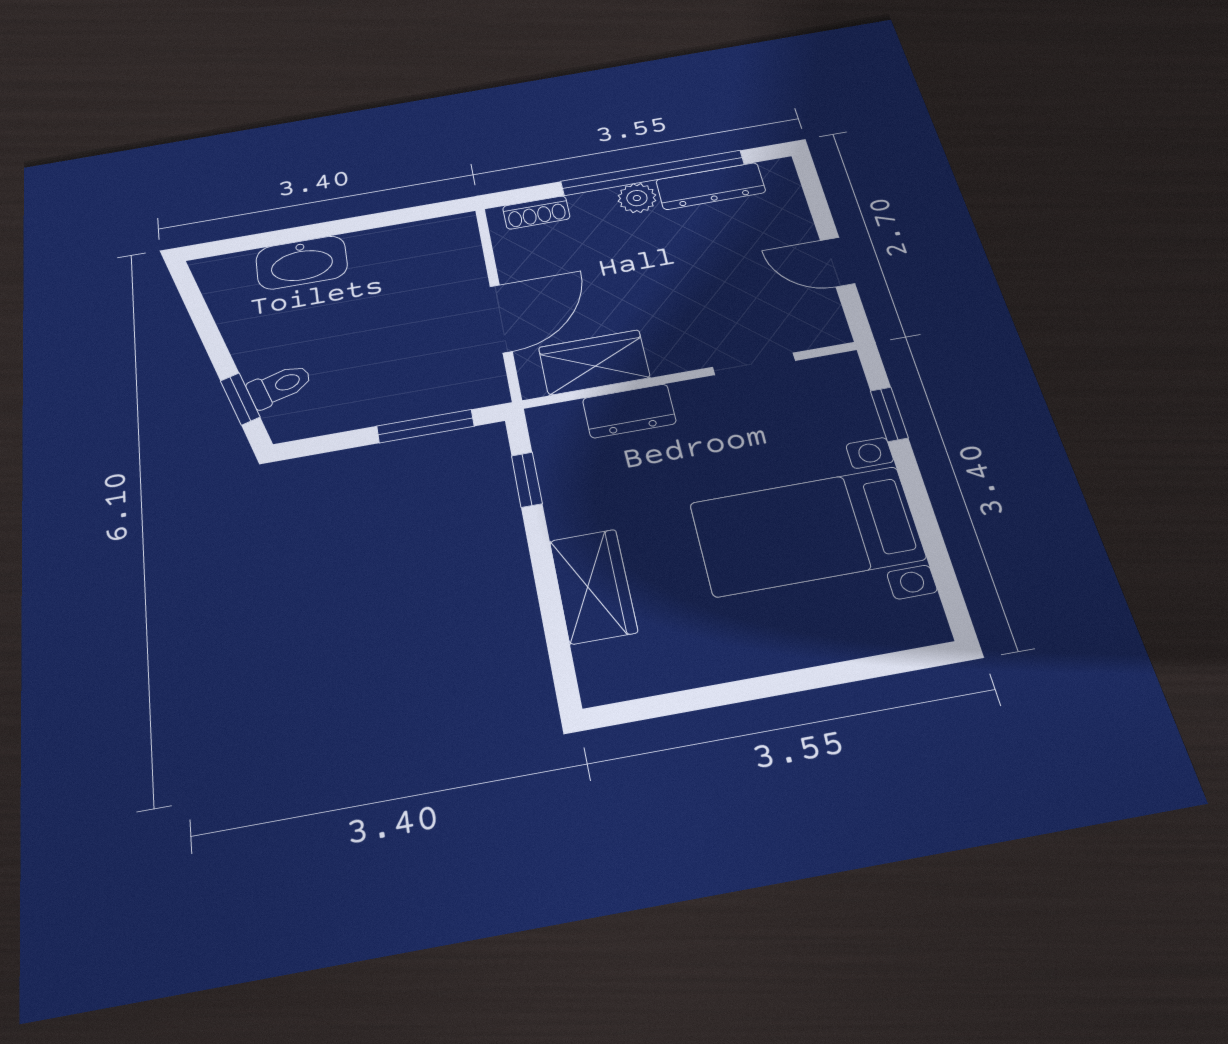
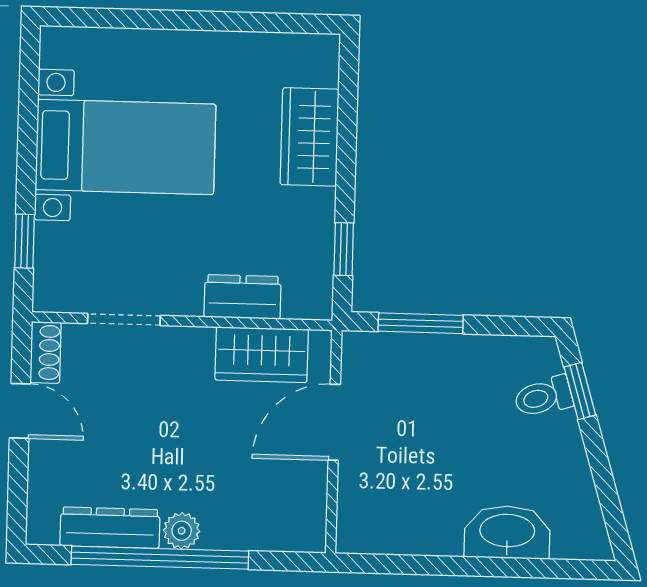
shoe rack: (536, 213) -> (45, 352), moved, turned 90

